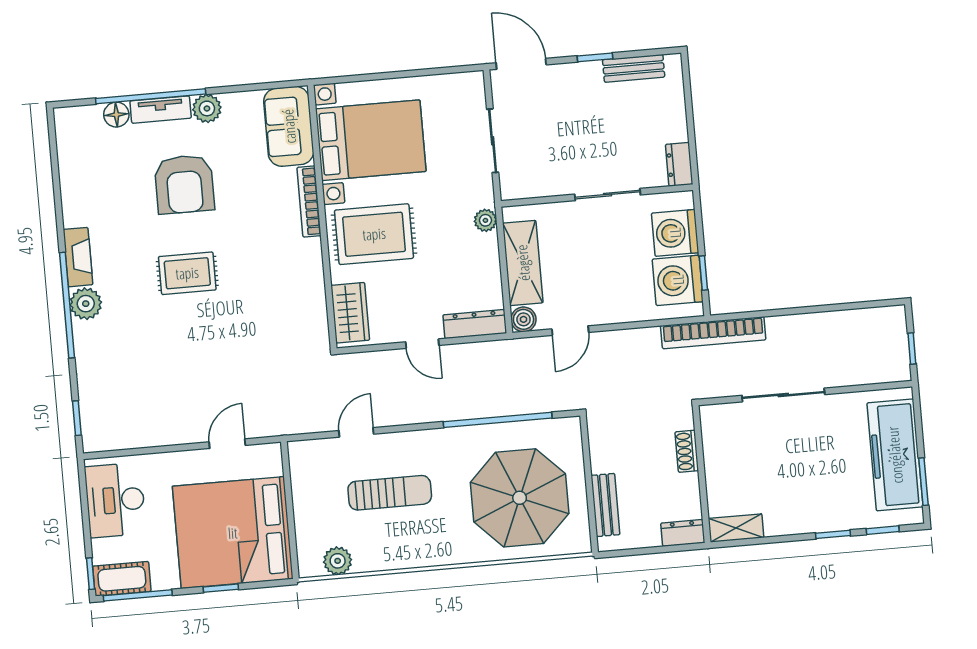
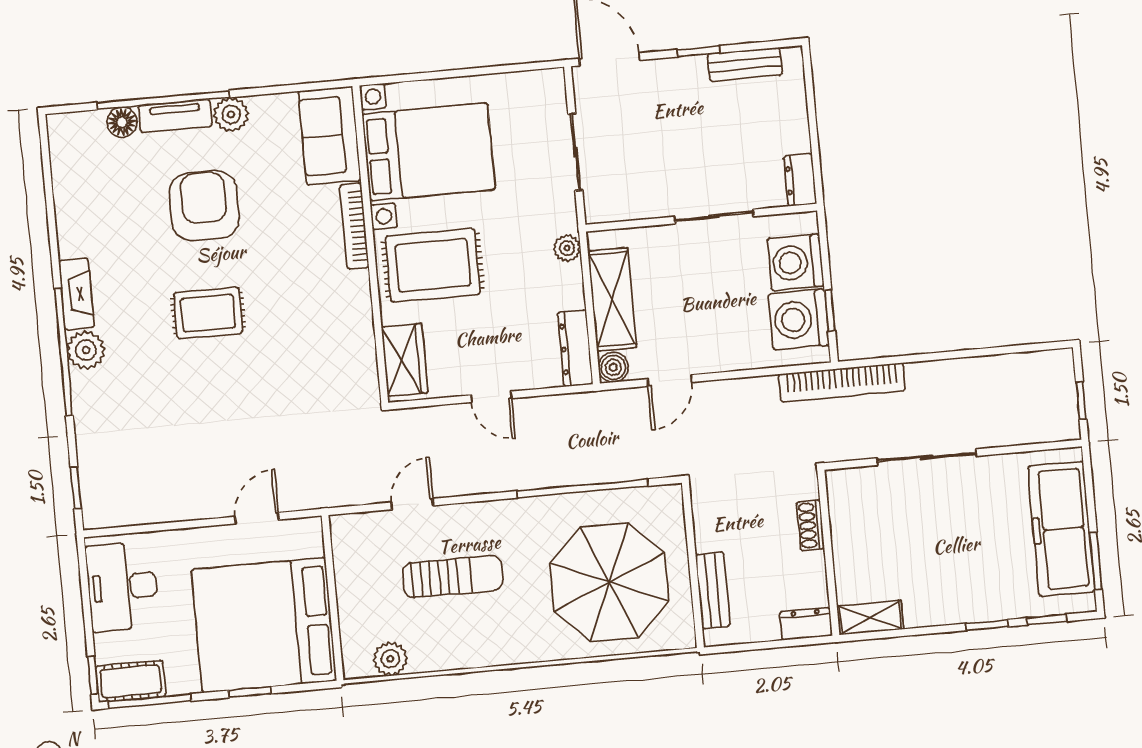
armchair: (184, 184) -> (204, 206), turned 180
dresser: (475, 324) -> (575, 348), moved, turned -90

